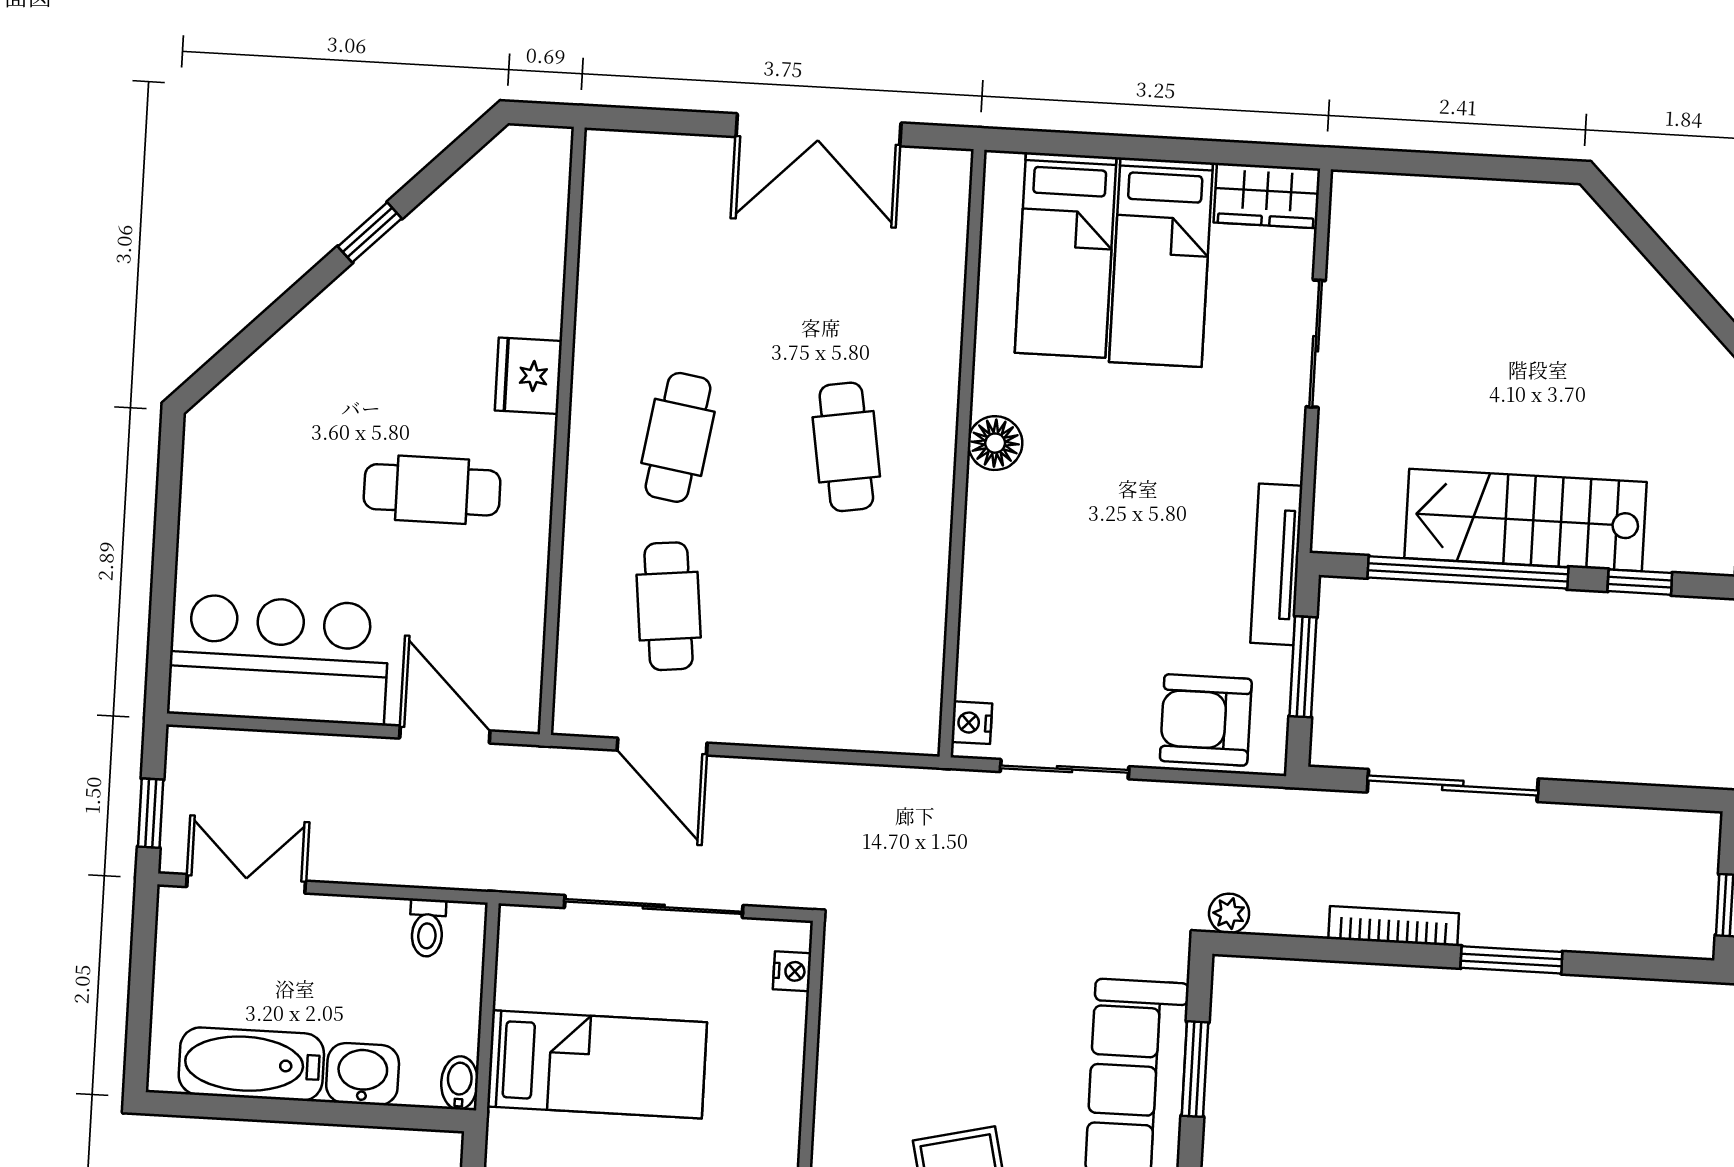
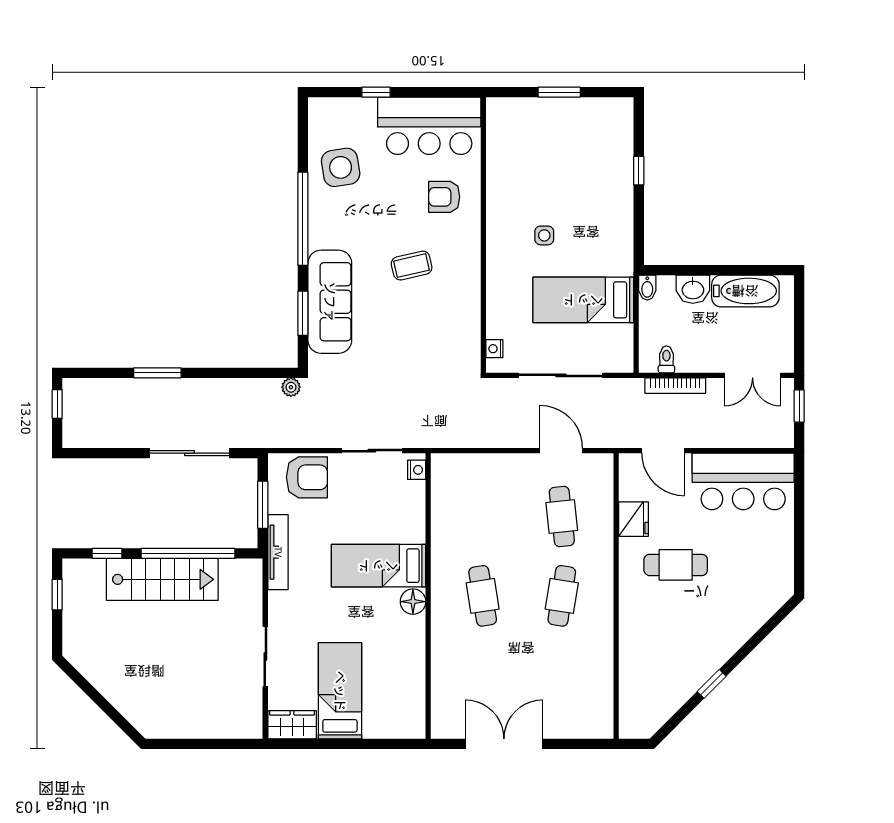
bed: (1066, 255) -> (378, 566), moved, turned -90
fridge: (528, 376) -> (634, 519), moved
bookcase: (1394, 926) -> (675, 386), moved

